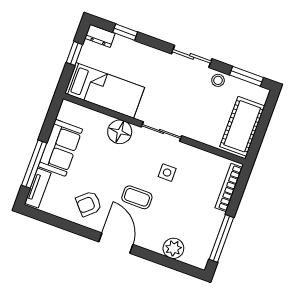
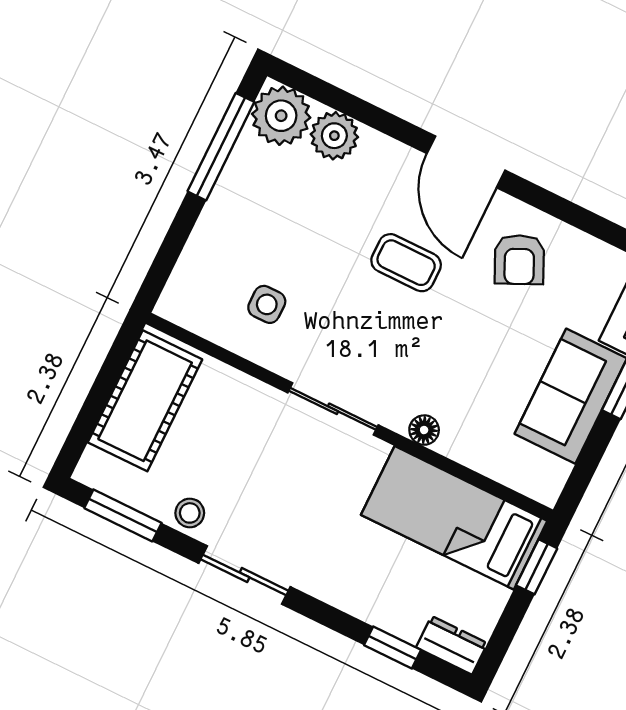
window: (74, 53) -> (537, 567), moved
floor lamp: (120, 132) -> (424, 430), width x0.53, depth x0.53
side table: (167, 173) -> (267, 304), moved
bookcase: (229, 188) -> (191, 263), removed
armchair: (89, 204) -> (519, 260), turned 107
plant: (197, 254) -> (281, 116), added

